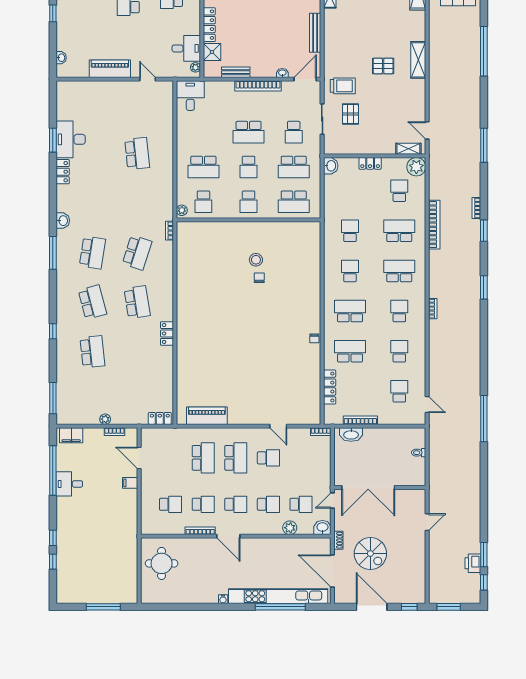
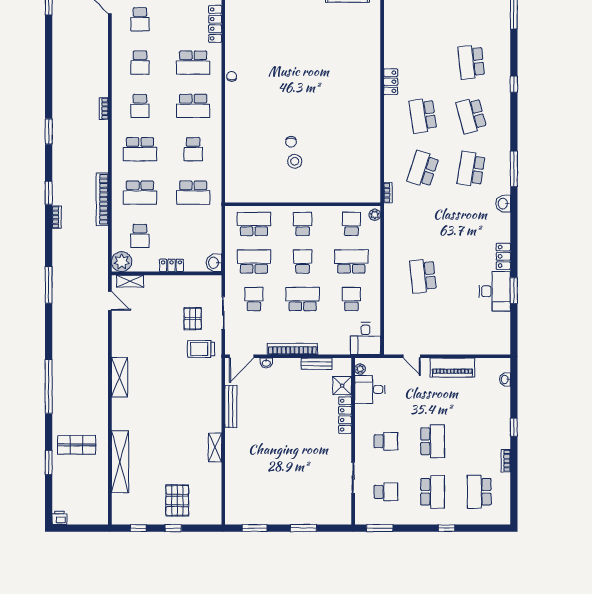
pallet: (383, 66) -> (157, 371), removed
school desk: (203, 132) -> (351, 299), added
school desk: (350, 231) -> (193, 193), width x1.85

